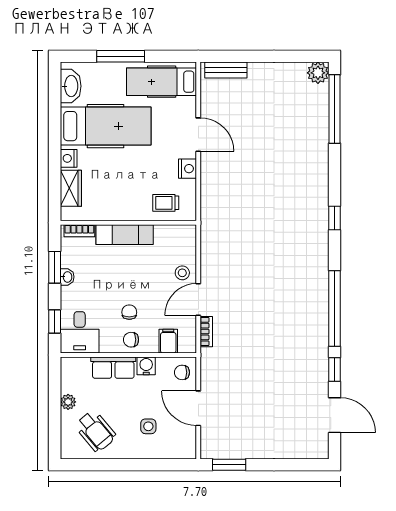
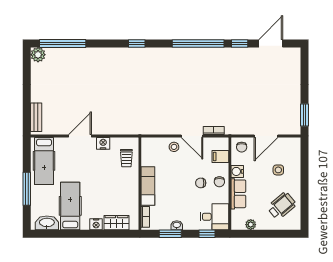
hospital bed: (106, 126) -> (70, 206), width x0.73, depth x0.78
plant: (68, 402) -> (251, 225), moved

